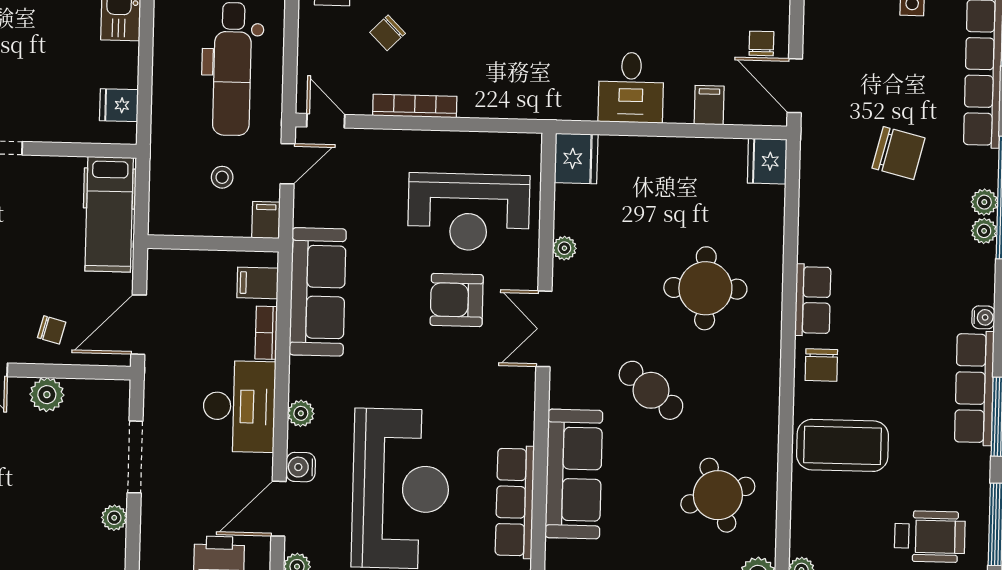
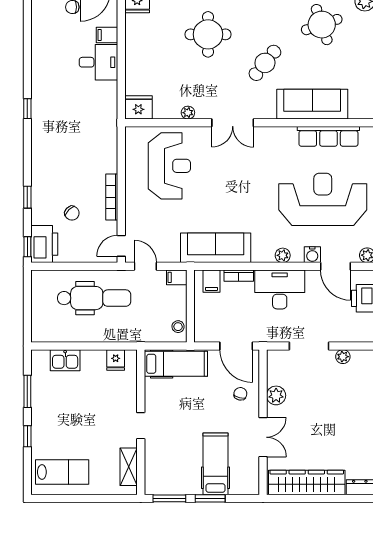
desk: (631, 87) -> (98, 62), moved
stool: (222, 177) -> (178, 327), moved
armchair: (457, 300) -> (218, 171), removed

